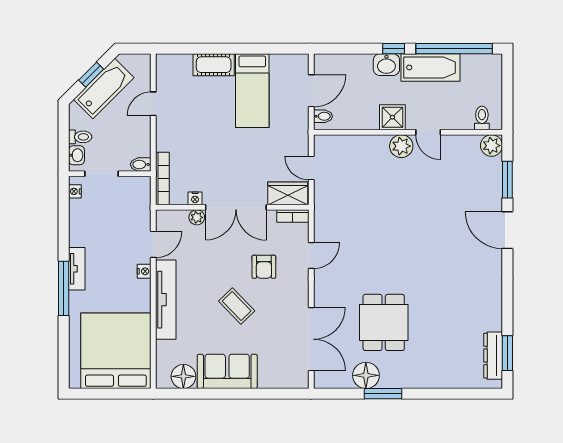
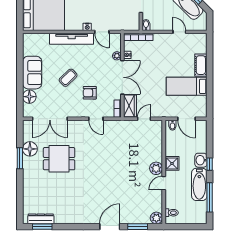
window: (454, 49) -> (210, 197), width x0.68
double door: (236, 207) -> (122, 77), swing flipped
floor lamp: (183, 376) -> (29, 97), moved

